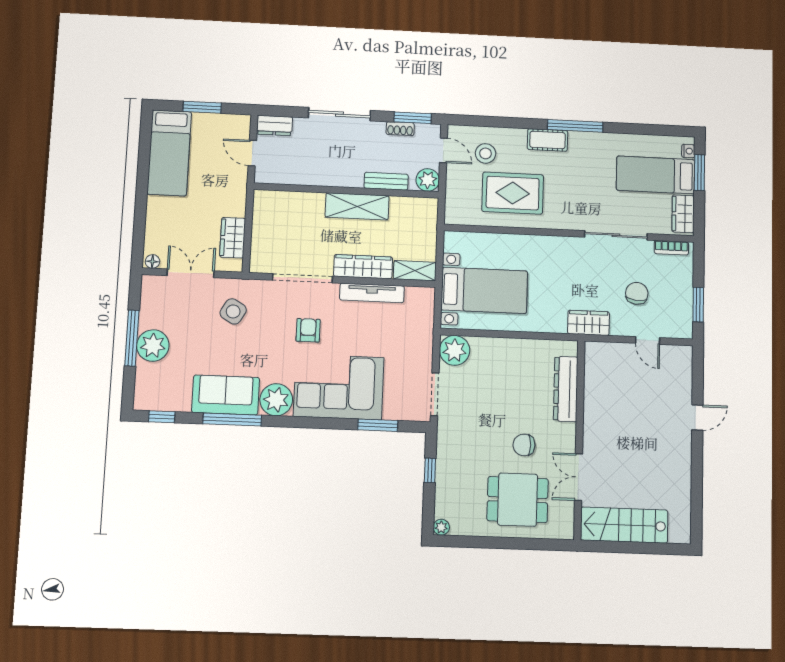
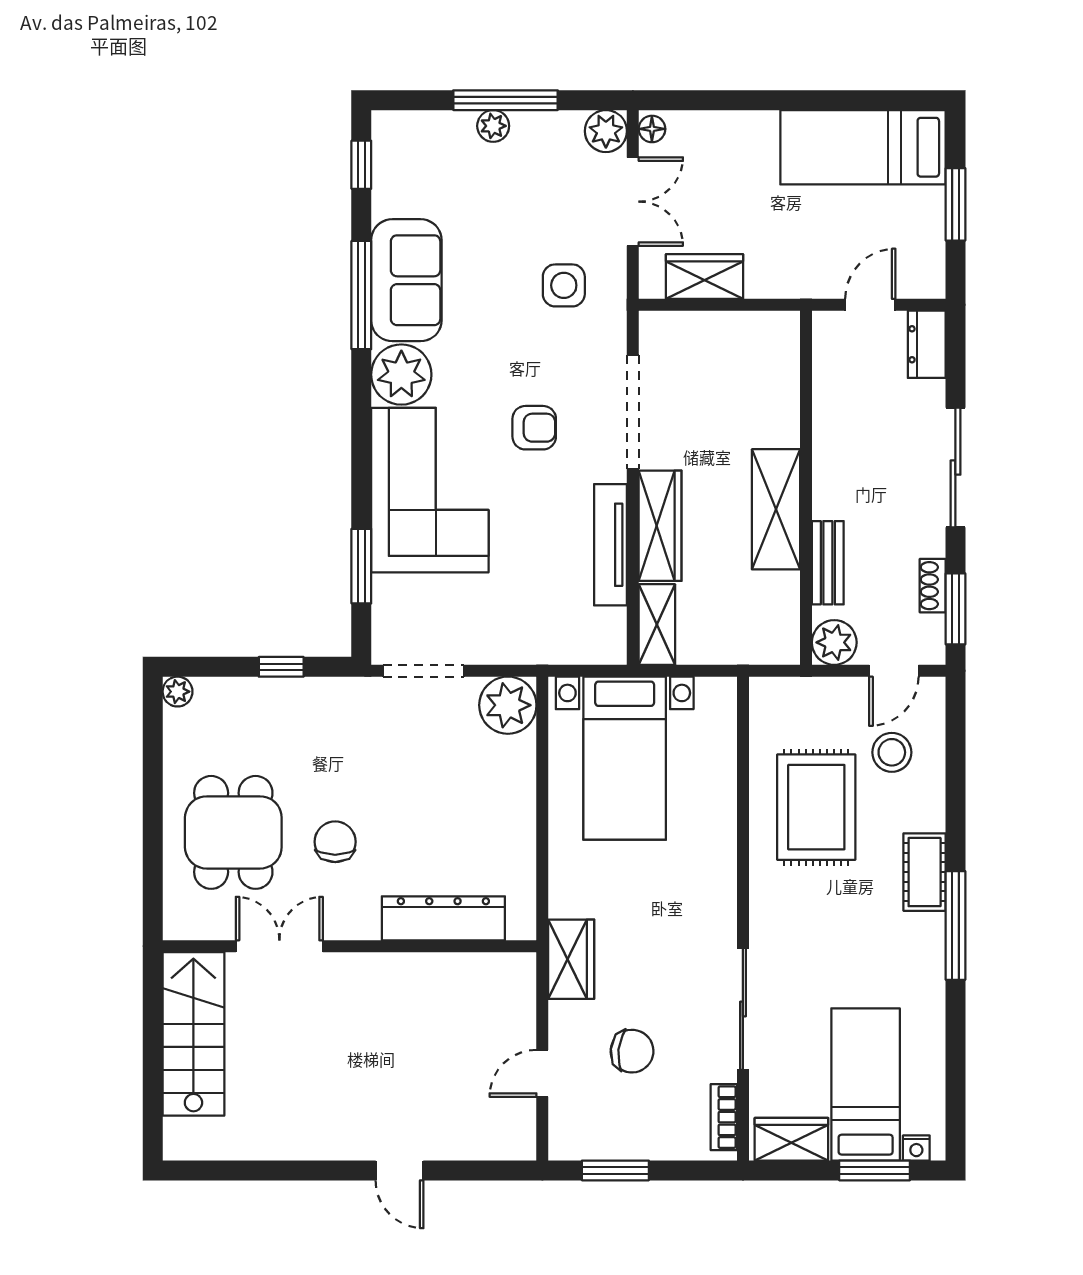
plant: (152, 286) -> (606, 131), added
side table: (233, 311) -> (564, 285), turned -30
plant: (153, 346) -> (493, 126), width x0.53, depth x0.53

